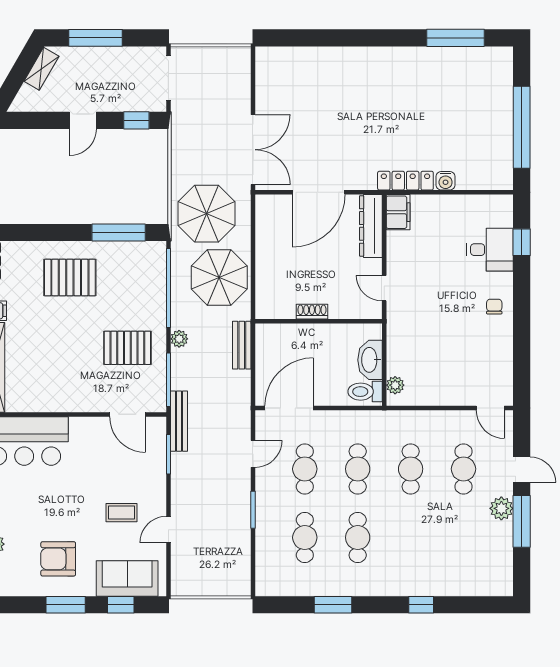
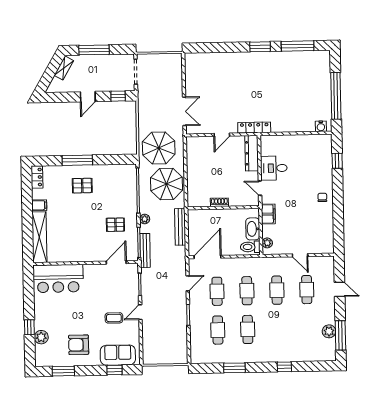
window: (389, 38) -> (260, 47), added
double door: (253, 150) -> (184, 111), width x0.73
locker: (405, 181) -> (254, 128), moved
water cooler: (446, 181) -> (321, 126), moved
door: (319, 192) -> (222, 135), width x0.53
filing cabinet: (398, 212) -> (268, 214), moved
window: (119, 233) -> (77, 160), moved
desk: (490, 250) -> (274, 168), moved, turned 180
pallet: (70, 278) -> (82, 186), width x0.67, depth x0.71
bench: (242, 345) -> (180, 227), width x1.36
pallet: (127, 348) -> (115, 225), width x0.67, depth x0.71
door: (490, 408) -> (300, 255), moved
door: (127, 414) -> (116, 262), swing flipped
bench: (179, 421) -> (145, 250), moved
plant: (501, 508) -> (329, 331), moved
window: (522, 521) -> (340, 335), moved
door: (168, 530) -> (140, 312), moved
window: (66, 605) -> (63, 371), moved

